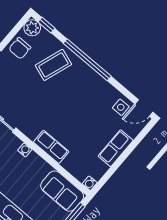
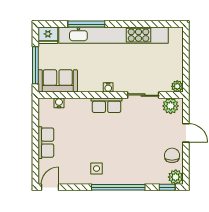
coffee table: (53, 65) -> (139, 164), removed
side table: (121, 107) -> (97, 169), moved
row of seats: (51, 147) -> (107, 105), moved
water cooler: (90, 183) -> (59, 103), moved

